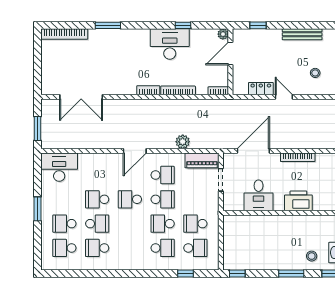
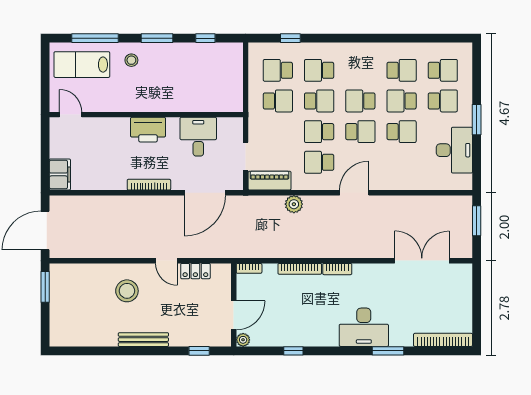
desk: (170, 44) -> (364, 327), moved
stool: (315, 73) -> (127, 291), width x1.89, depth x1.89
desk: (59, 167) -> (454, 150), moved, turned -90
school desk: (130, 224) -> (360, 101), added
window: (237, 274) -> (205, 38), moved

